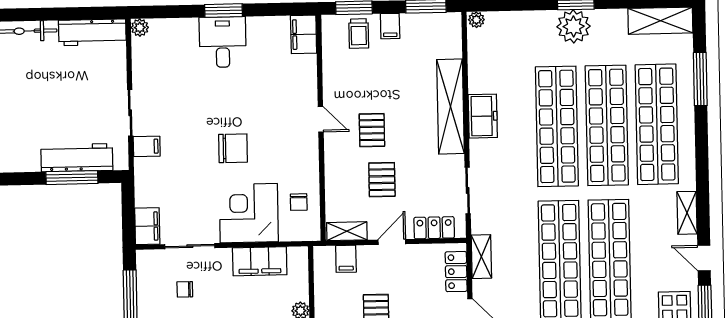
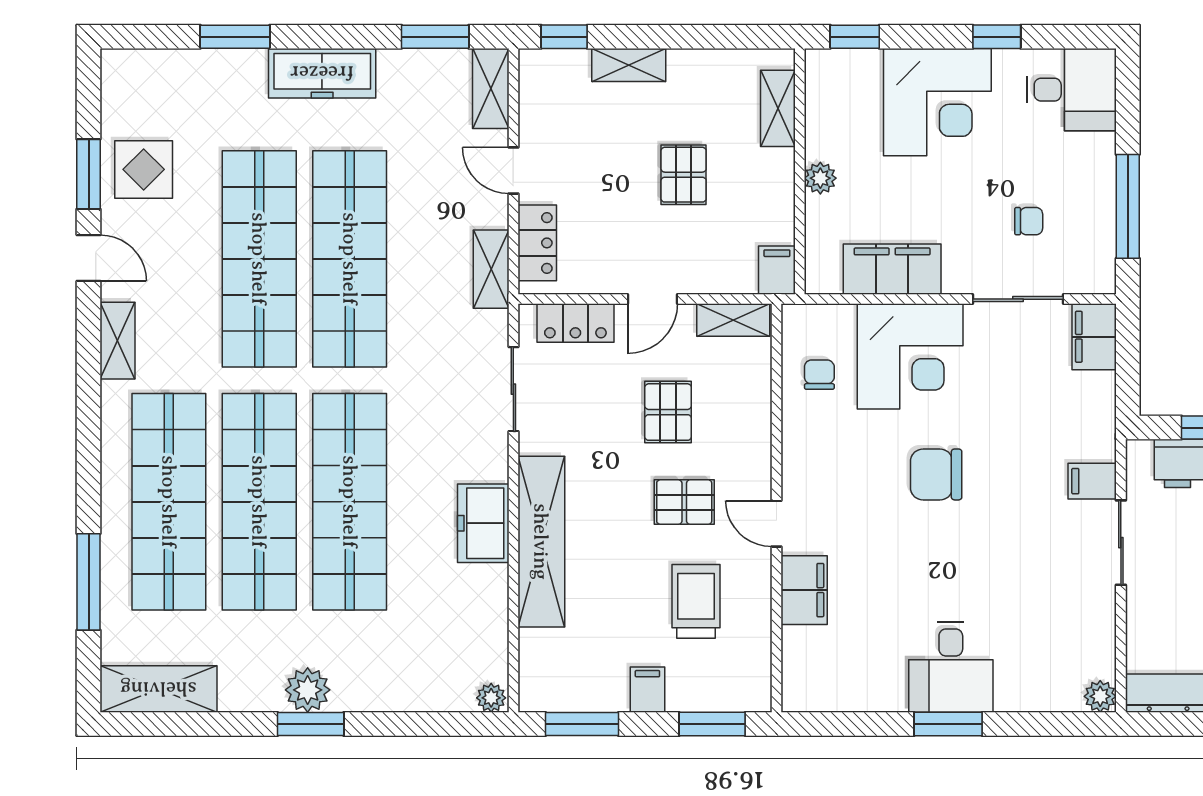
plant: (574, 26) -> (308, 690), width x0.73, depth x0.73
filing cabinet: (304, 34) -> (804, 590), moved
trolley: (359, 34) -> (696, 601), moved, width x1.36, depth x1.39
pallet: (372, 130) -> (684, 502), turned 90
filing cabinet: (346, 259) -> (777, 270), moved

